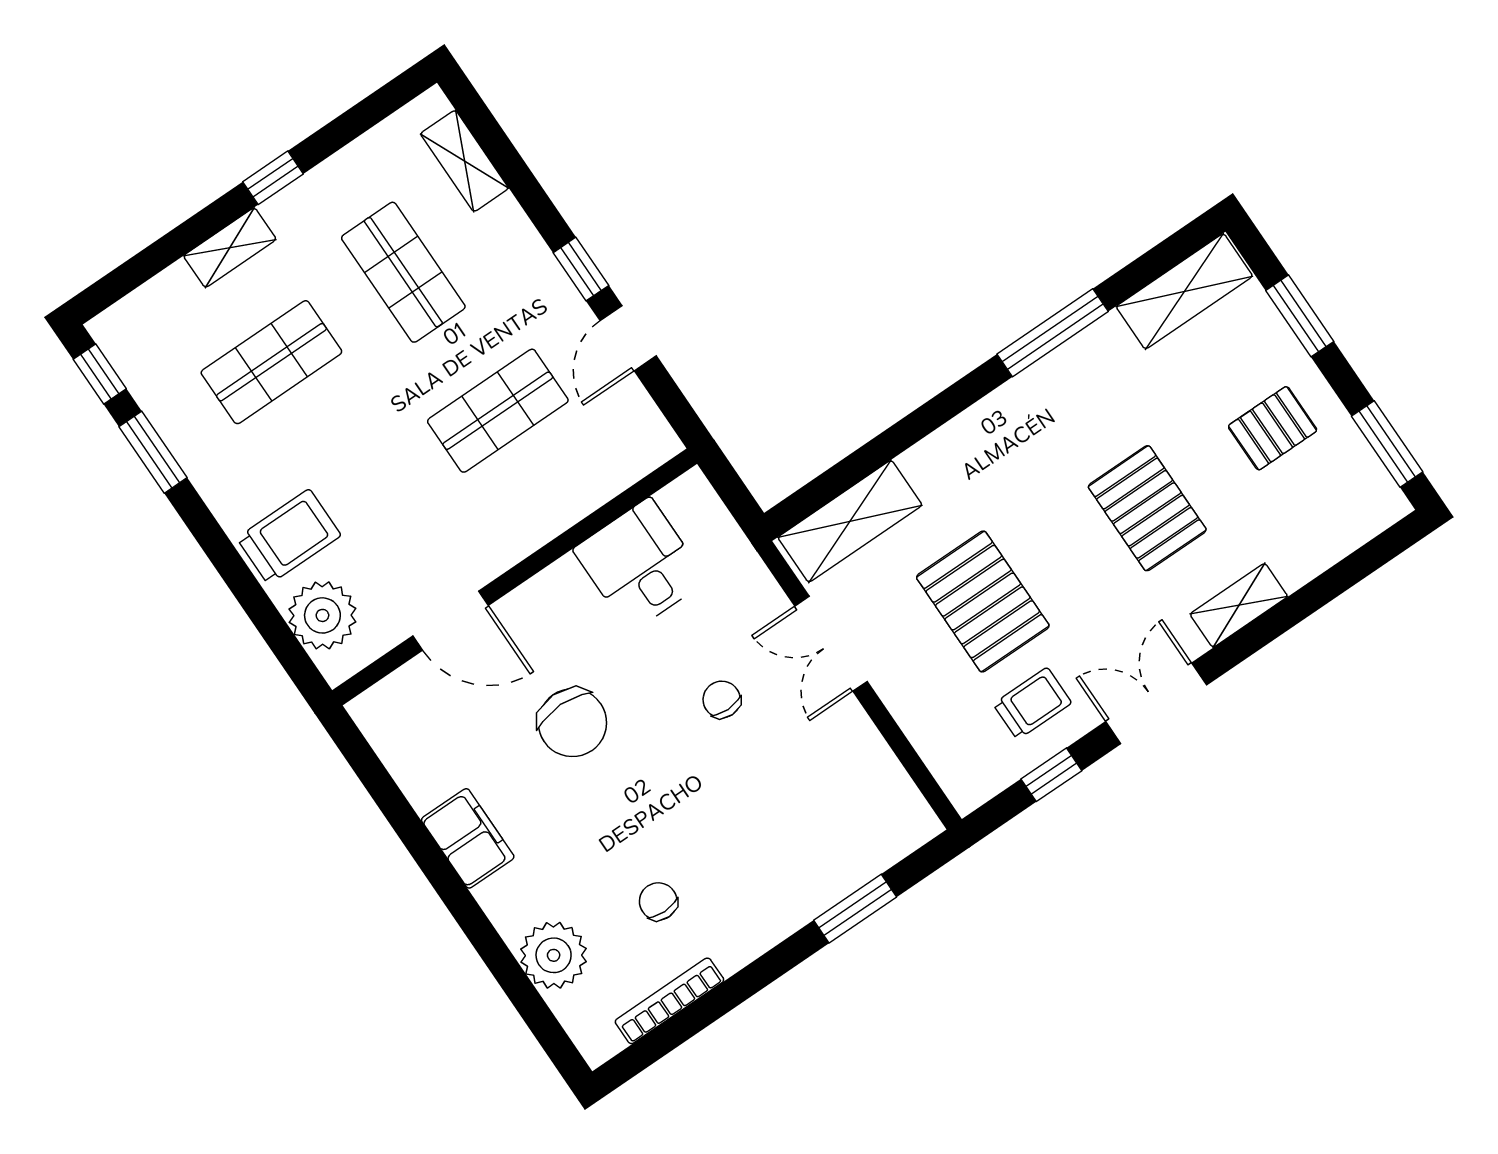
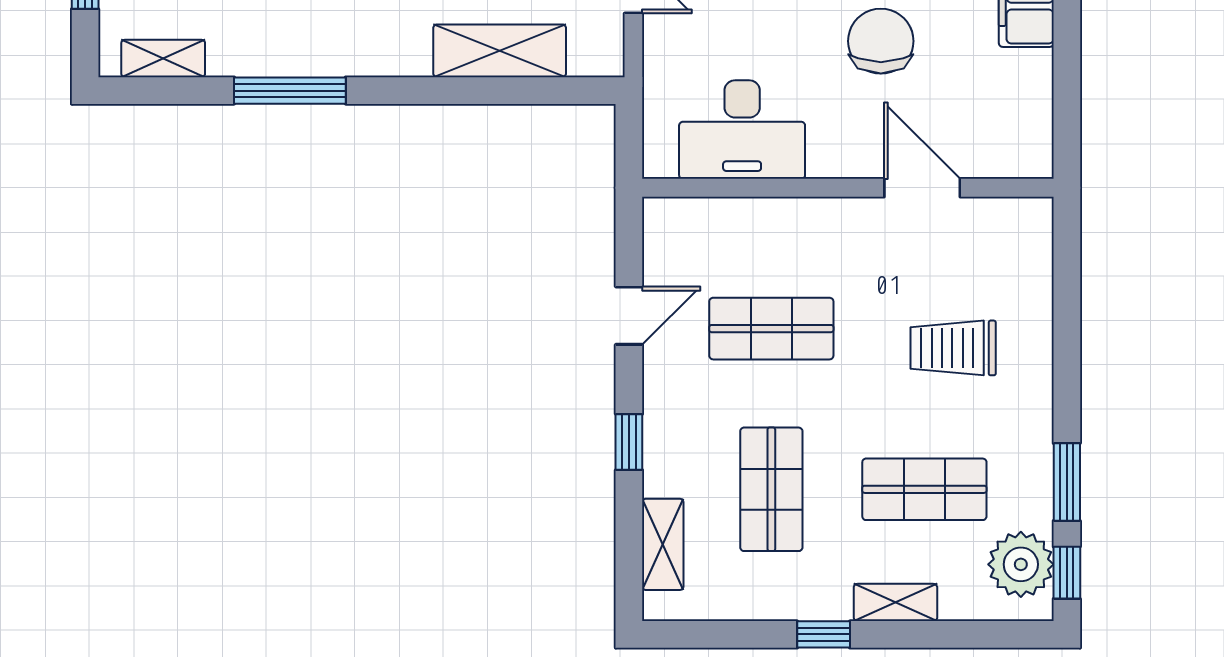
window: (581, 269) -> (629, 442), moved
shelving: (1184, 291) -> (163, 58), width x0.67, depth x0.75
shelving: (850, 521) -> (500, 51), moved
trolley: (289, 537) -> (953, 348), moved
desk: (640, 565) -> (742, 130), width x1.37
plant: (322, 615) -> (1021, 564), moved

